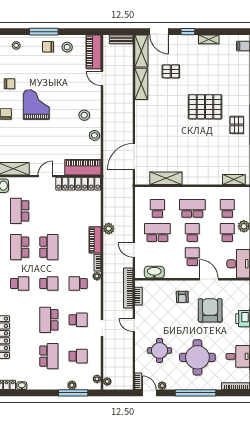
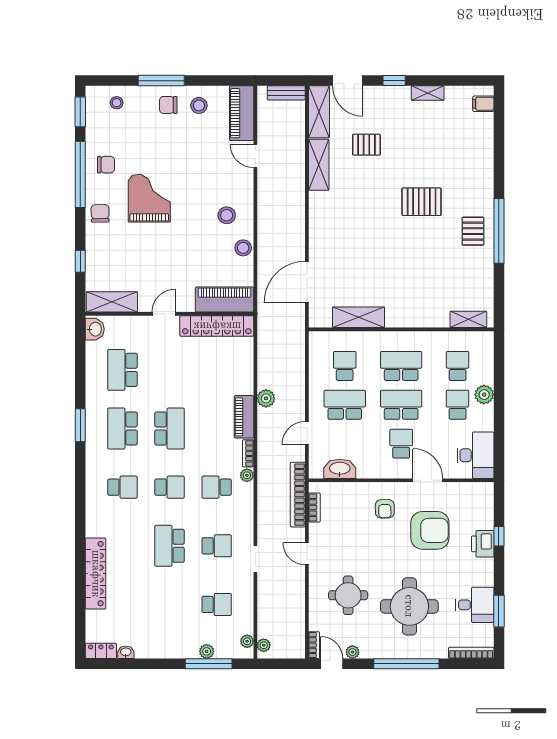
pallet: (205, 107) -> (422, 202), width x0.73, depth x0.71
school desk: (192, 232) -> (401, 405), width x1.85
door: (134, 250) -> (307, 433), hinge flipped
armchair: (210, 310) -> (430, 530), turned 90
school desk: (49, 356) -> (170, 604), removed

